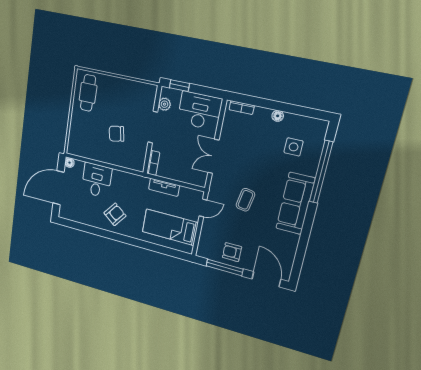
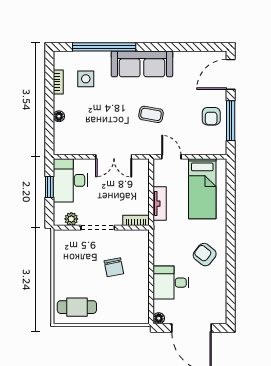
window: (179, 86) -> (49, 187), moved
bookcase: (242, 108) -> (58, 82), moved
floor lamp: (278, 116) -> (59, 116), moved

